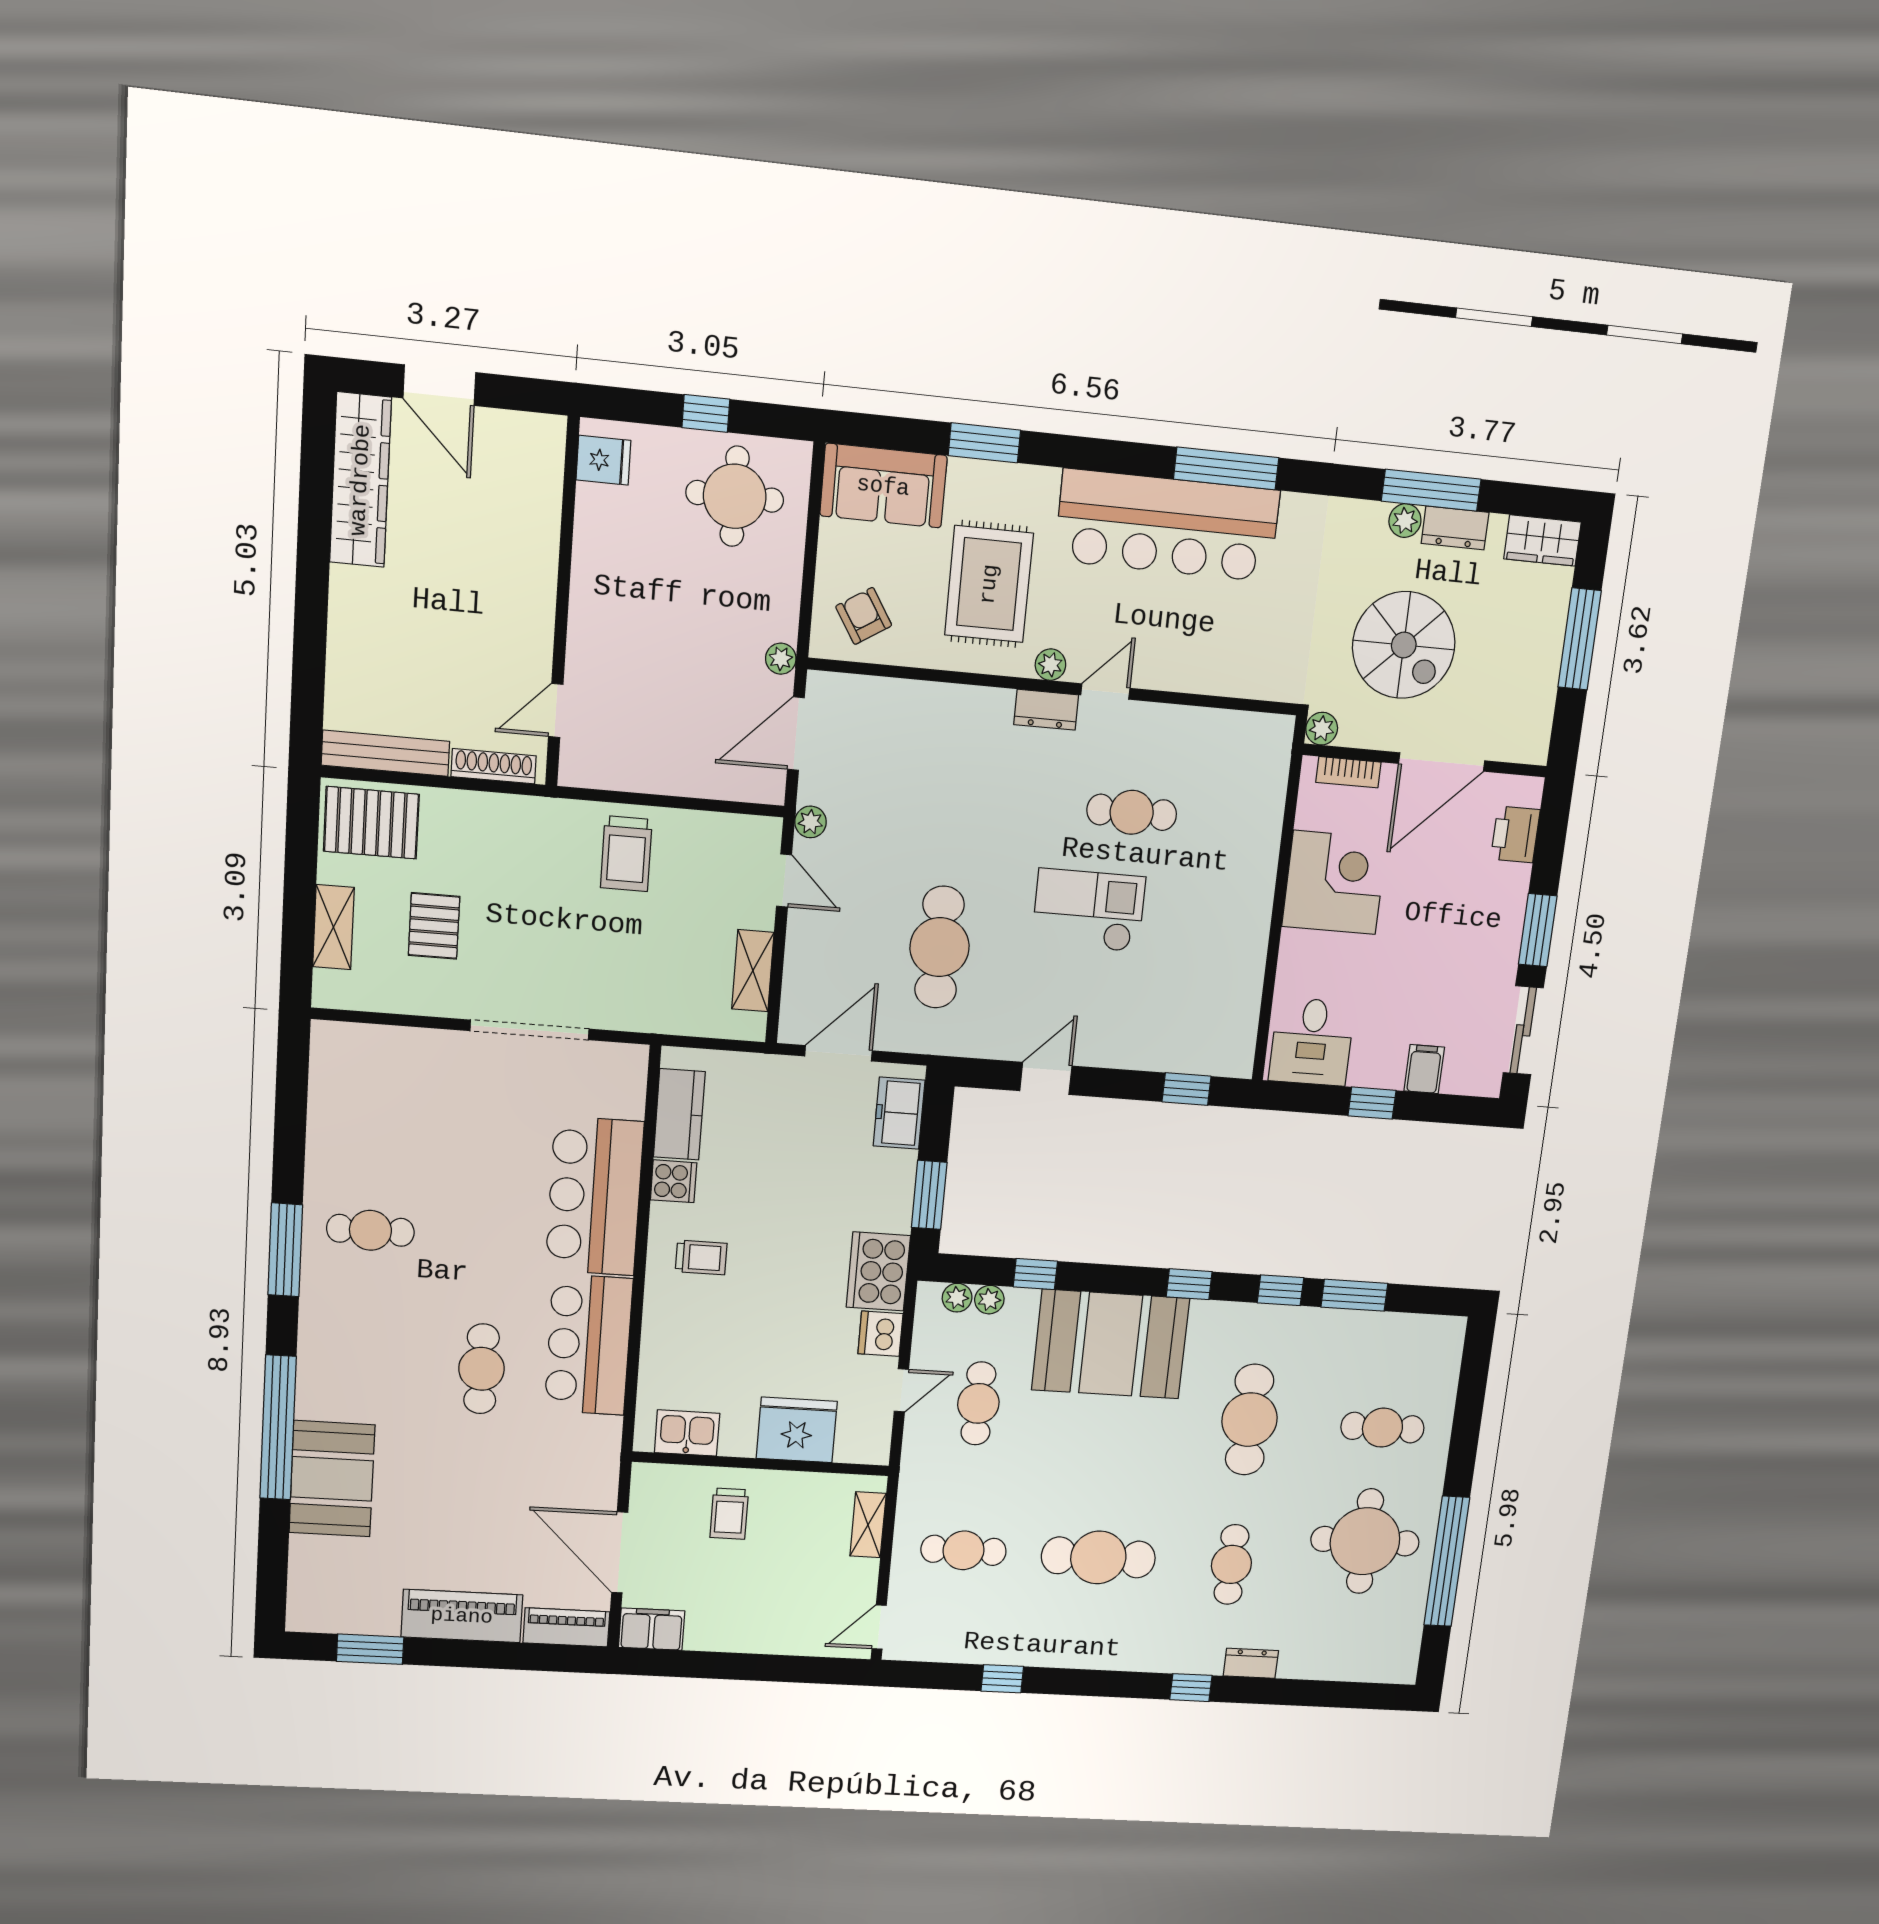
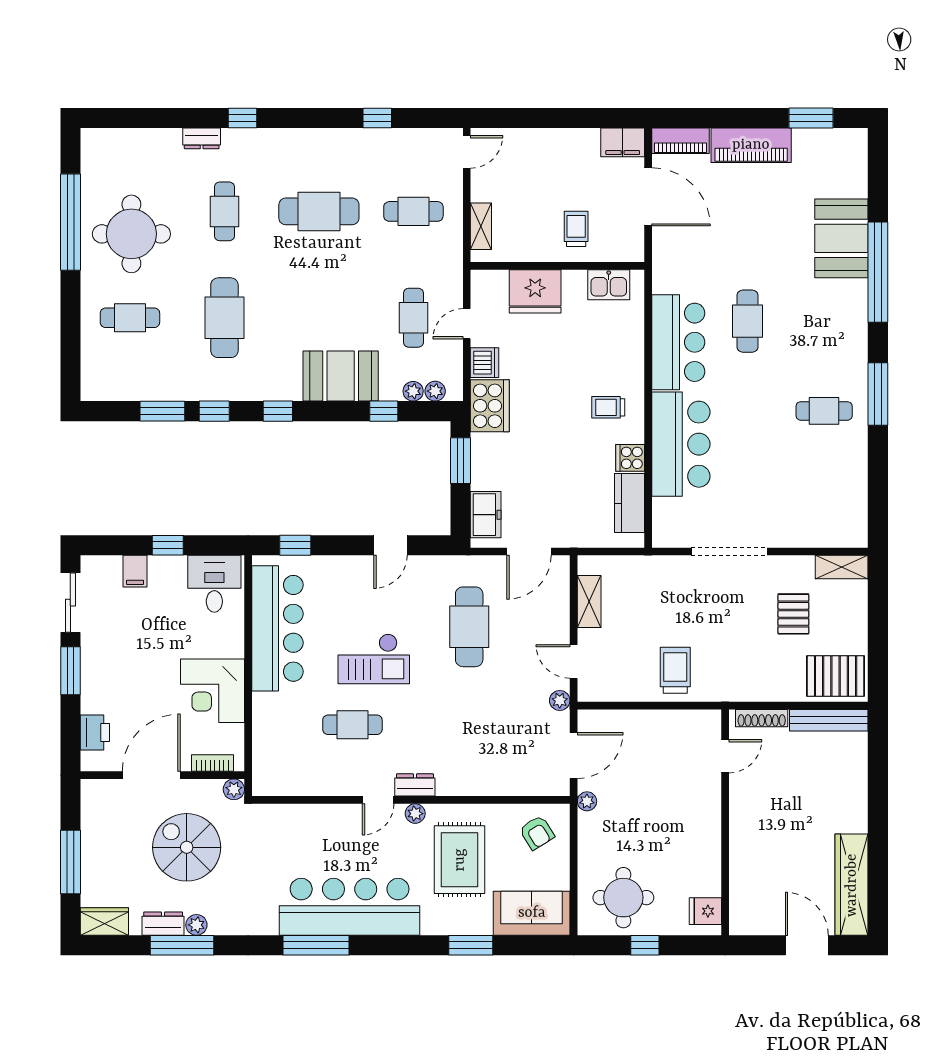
shelving: (333, 927) -> (842, 567), moved, turned 90
bar counter: (1227, 968) -> (277, 628), added
booth: (1111, 1344) -> (341, 376), width x0.73, depth x0.70

